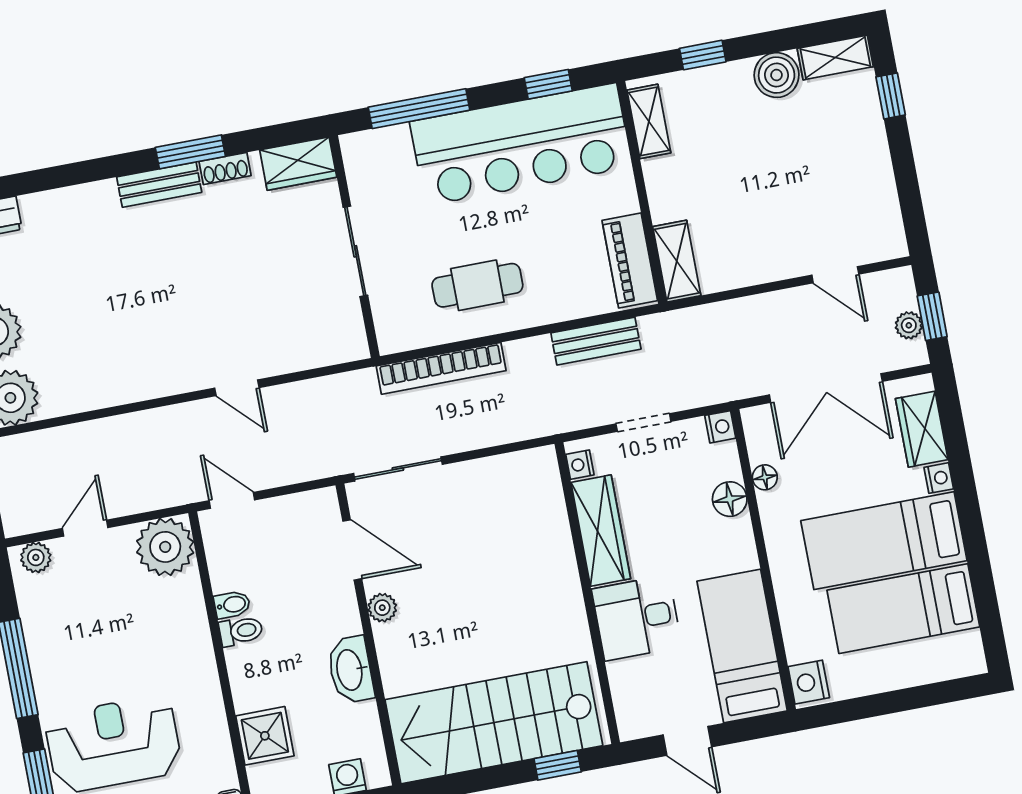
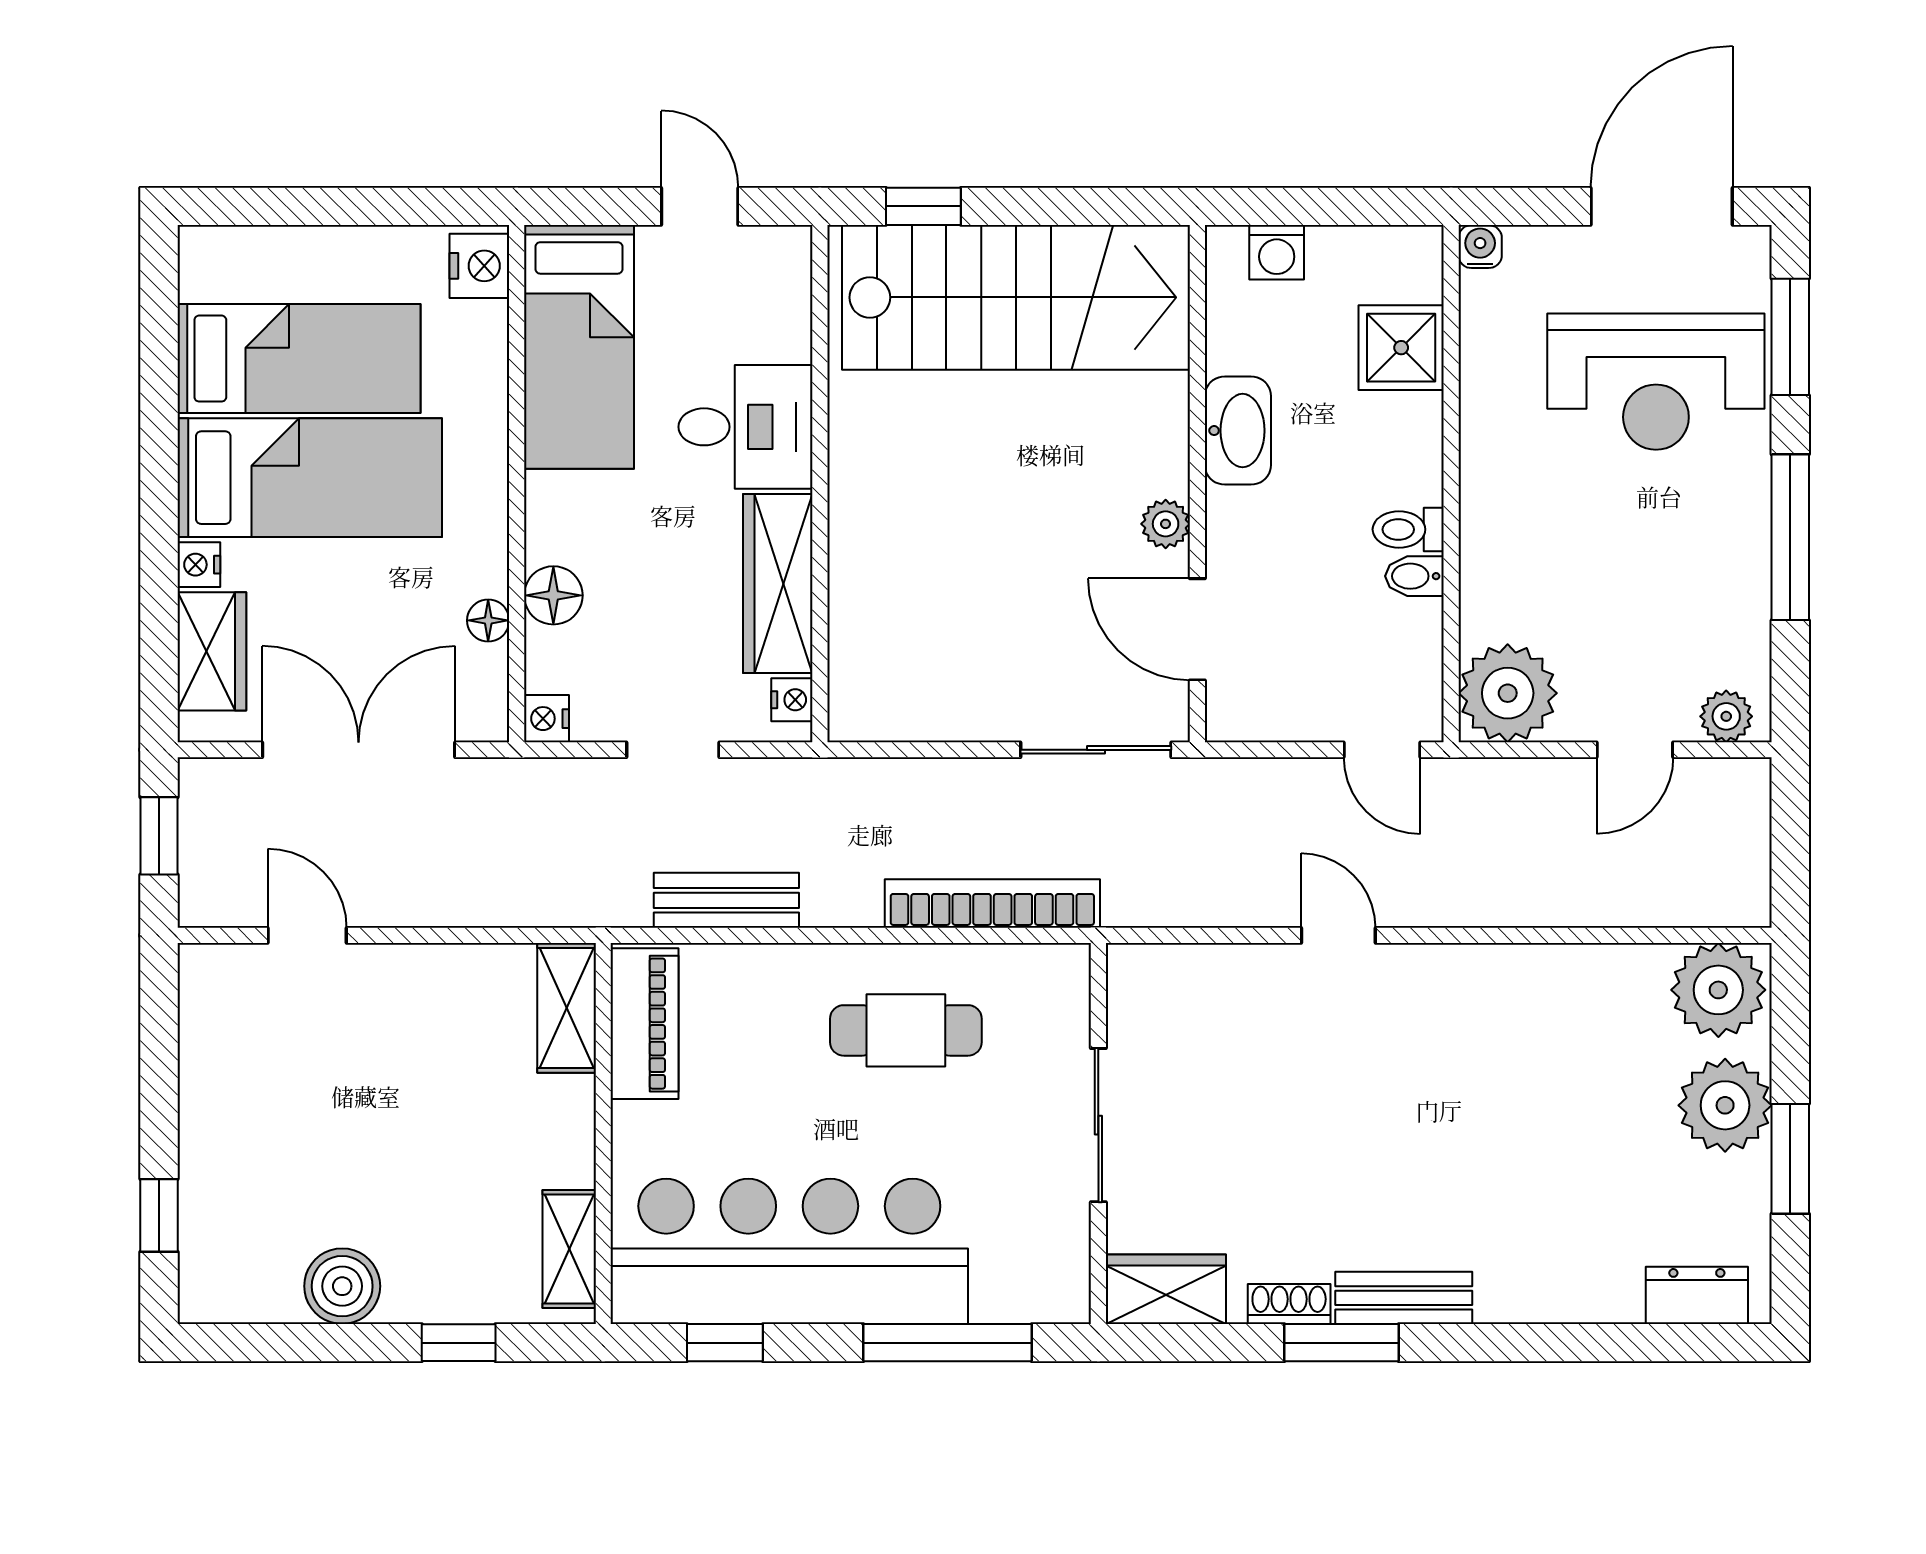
shelving: (835, 57) -> (239, 1297), removed
plant: (909, 325) -> (201, 828), removed

